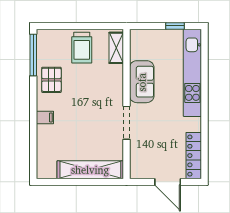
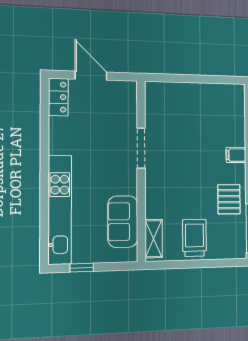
sofa: (142, 82) -> (123, 222), moved
locker: (194, 156) -> (58, 97), width x0.66
shelving: (90, 170) -> (184, 93), removed

